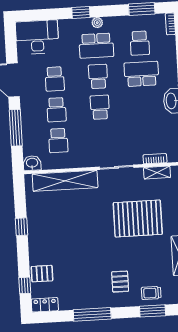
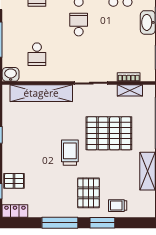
school desk: (56, 110) -> (37, 25), removed
trolley: (98, 241) -> (70, 153), added
pallet: (120, 282) -> (88, 193), width x1.50, depth x1.42
window: (153, 311) -> (102, 223), moved

